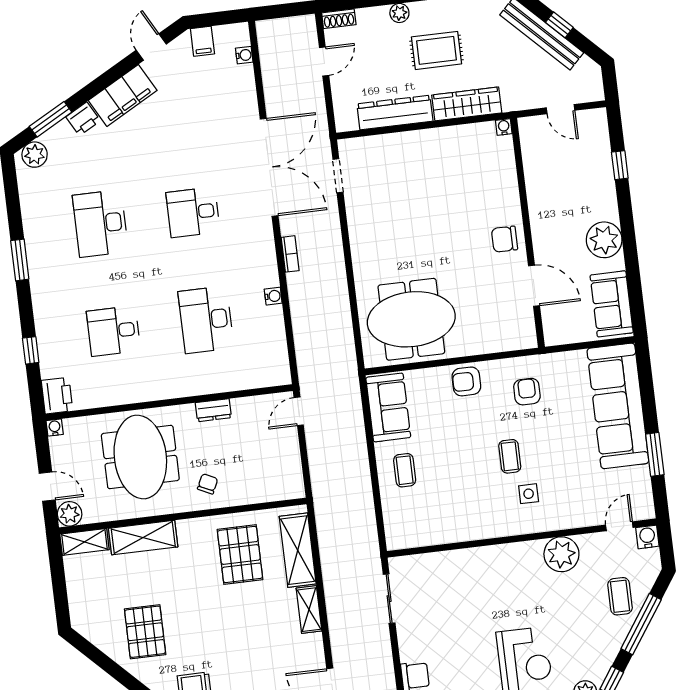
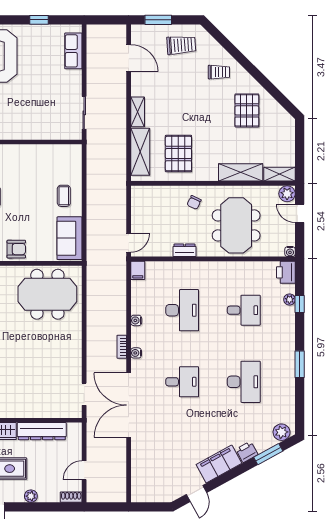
filing cabinet: (202, 41) -> (138, 270), moved, turned 180
water cooler: (244, 55) -> (136, 353), moved
plant: (47, 355) -> (289, 300), added

